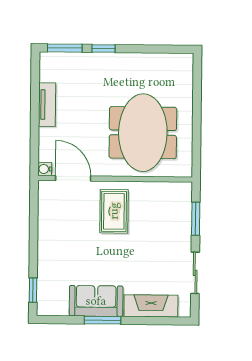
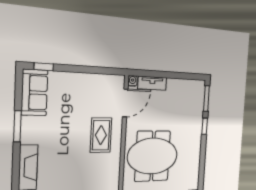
tv unit: (47, 105) -> (152, 83), moved
rug: (114, 211) -> (101, 135), turned 90
sofa: (96, 301) -> (34, 93), moved

